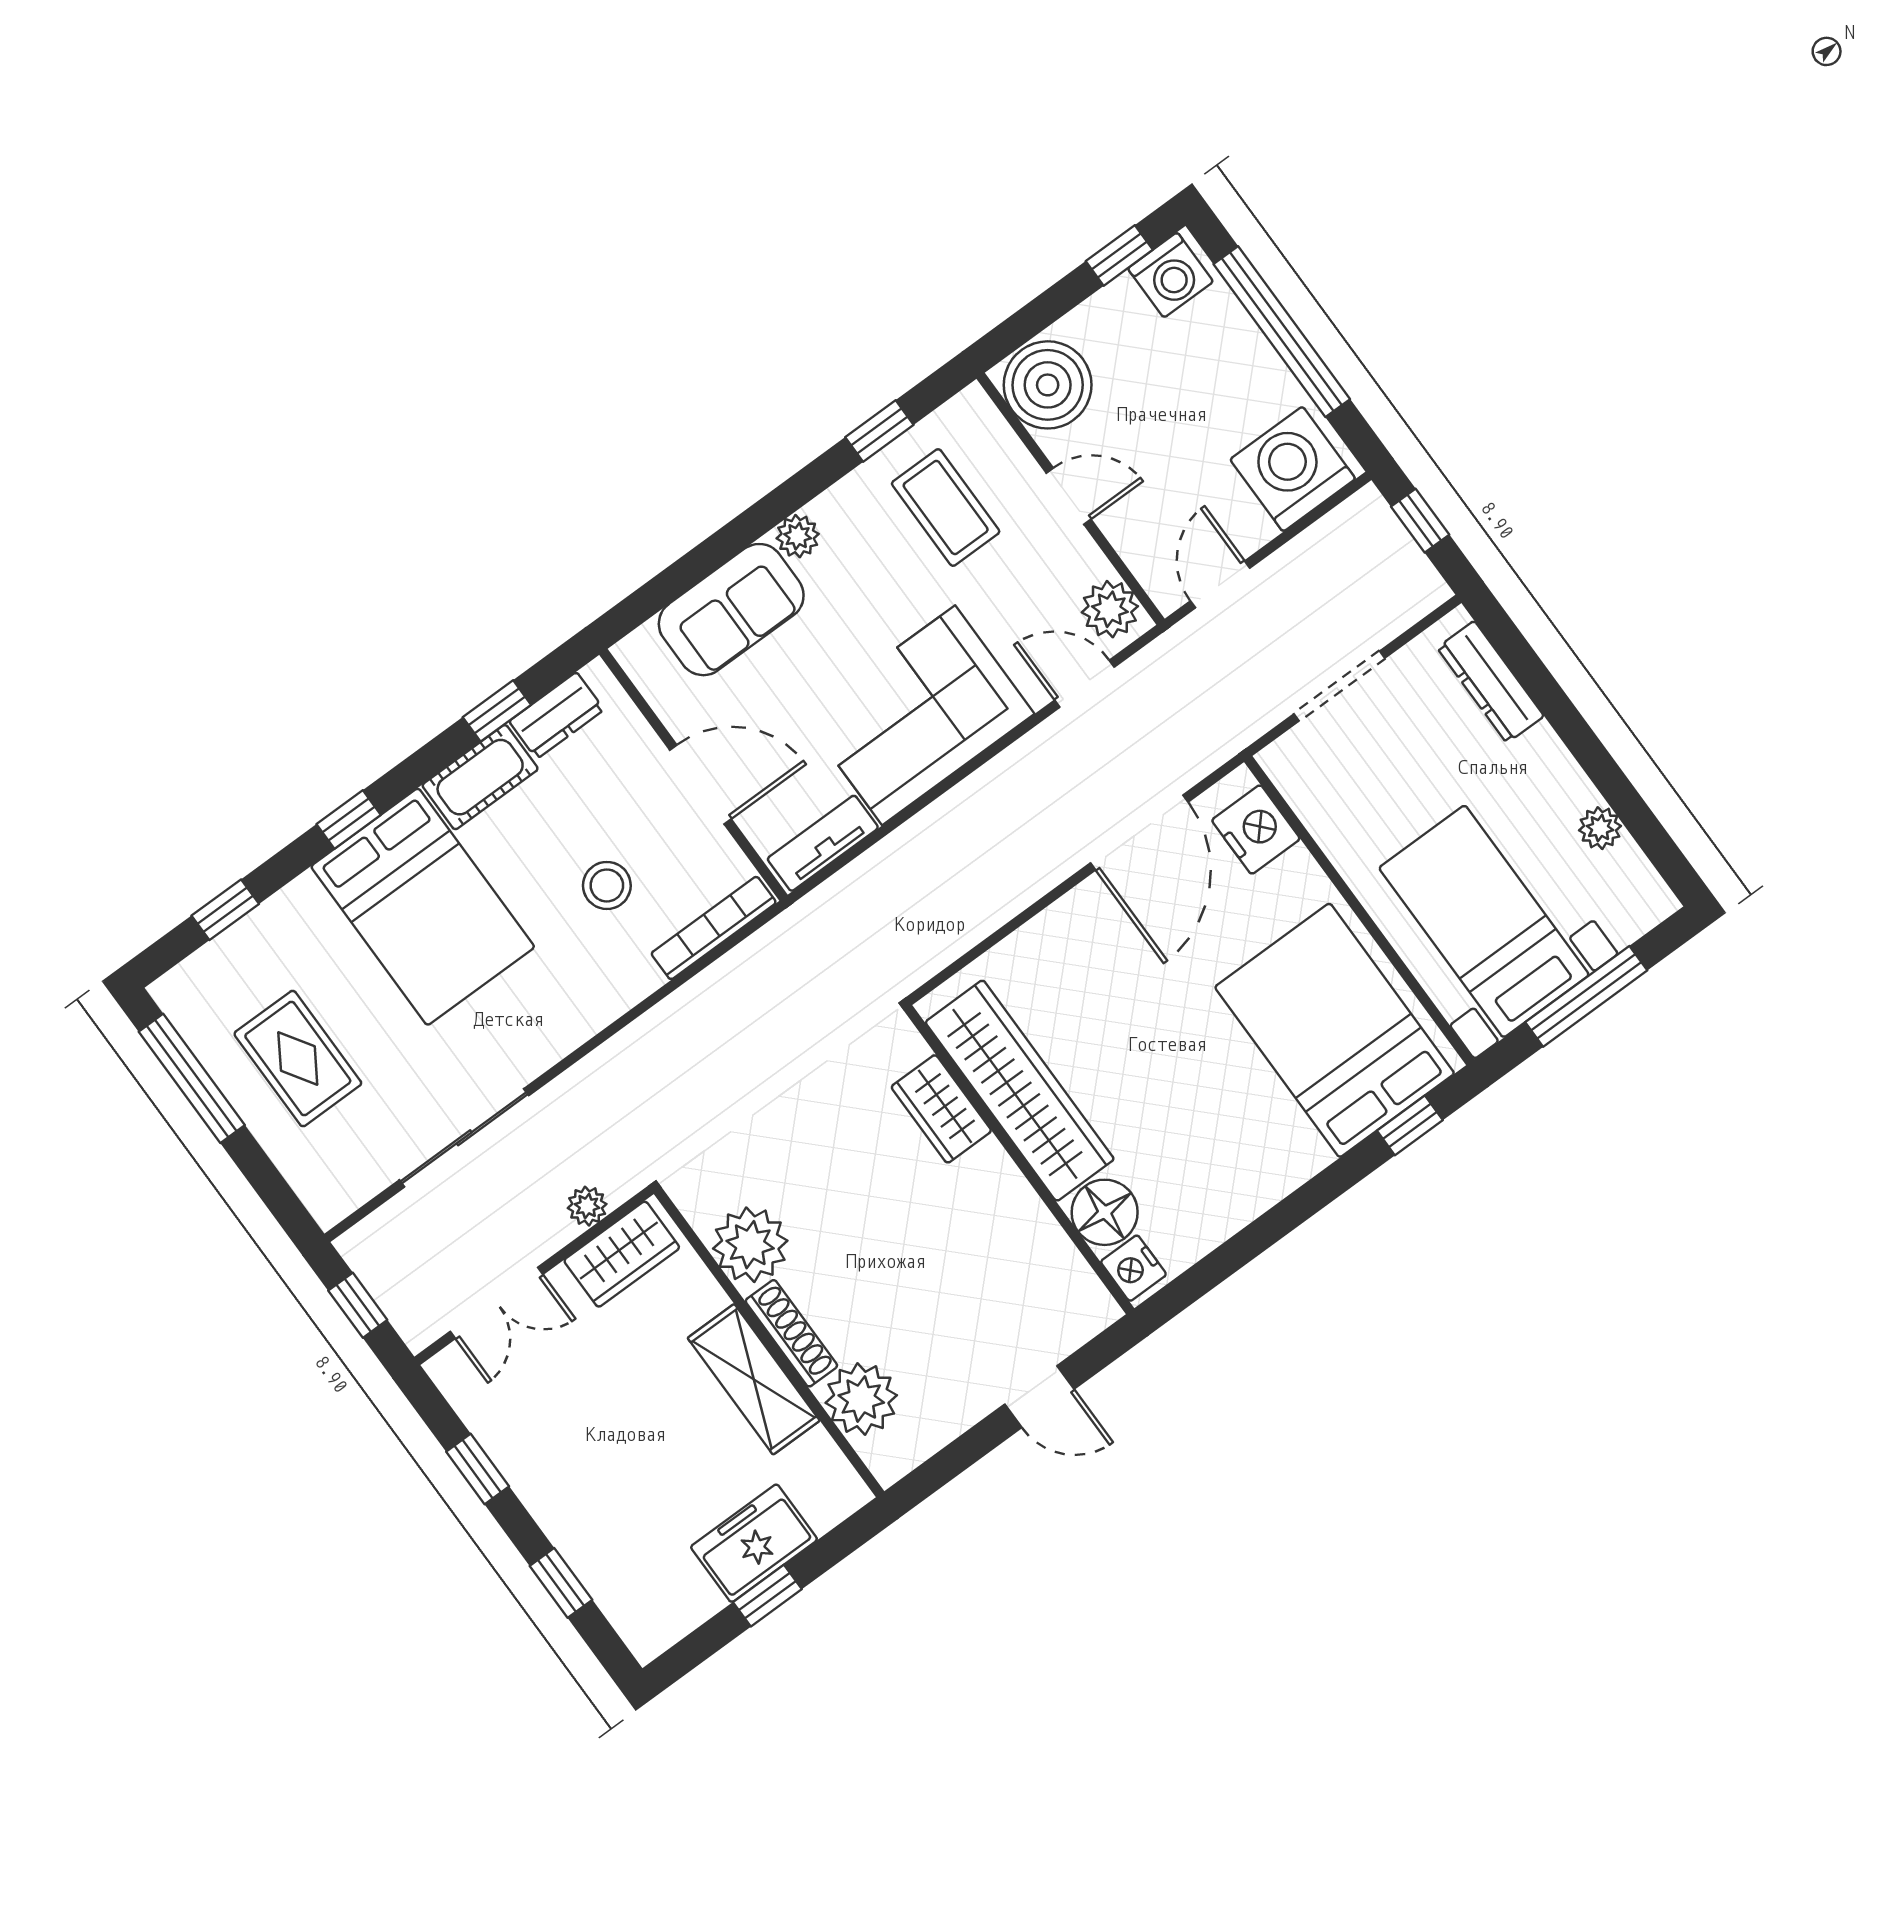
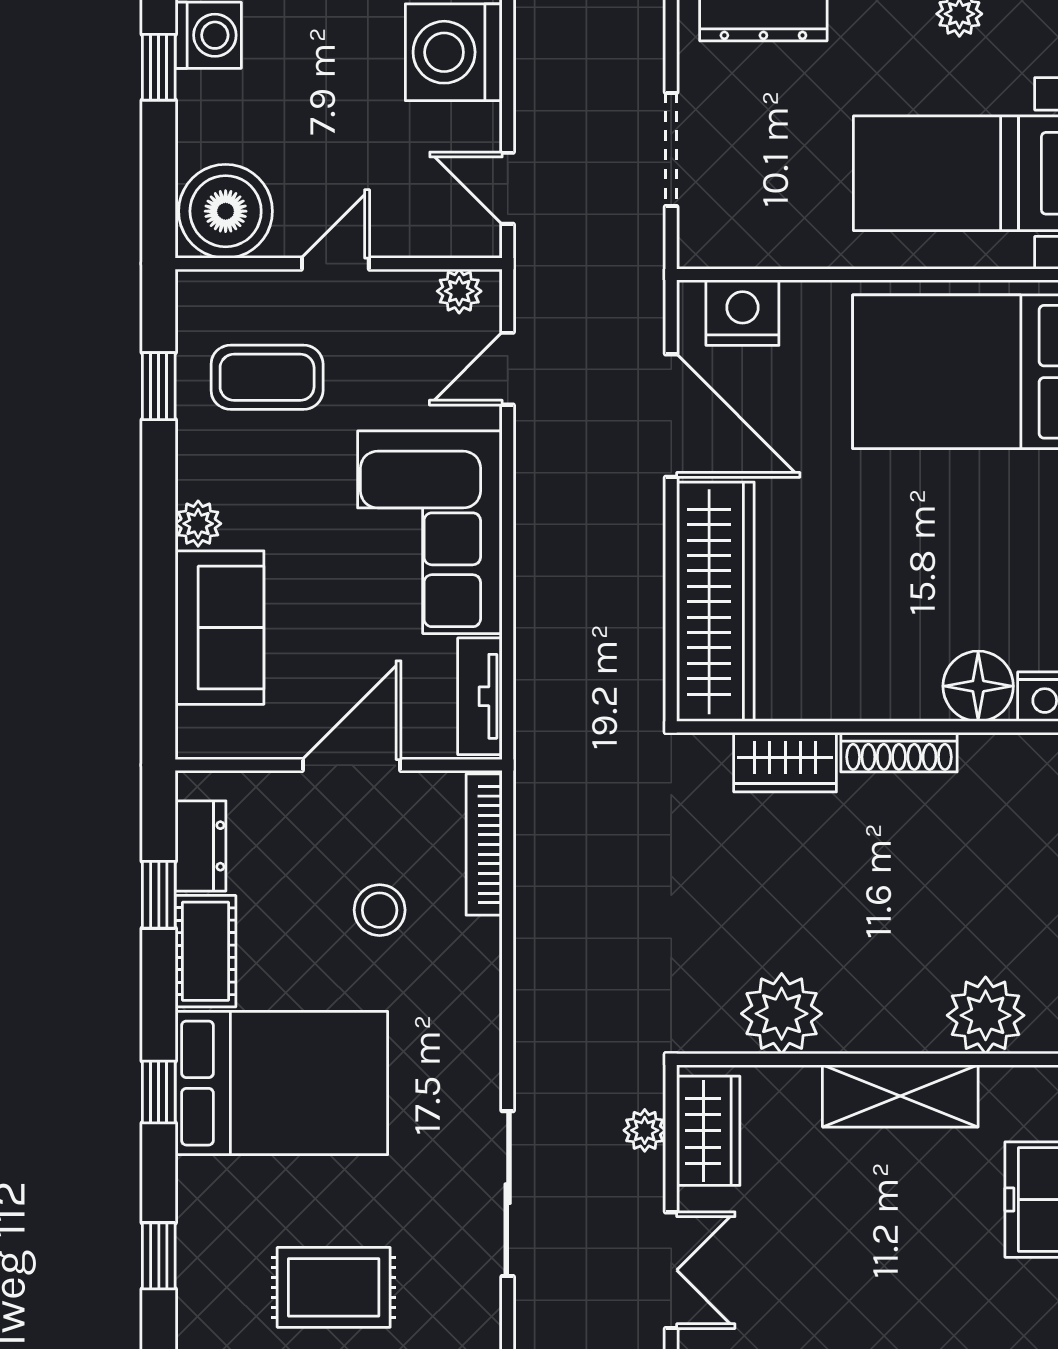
plant: (1110, 609) -> (459, 291), width x0.73, depth x0.73
wardrobe: (1020, 1091) -> (715, 602), moved, turned 90
shoe rack: (791, 1333) -> (899, 752), moved, turned 180

